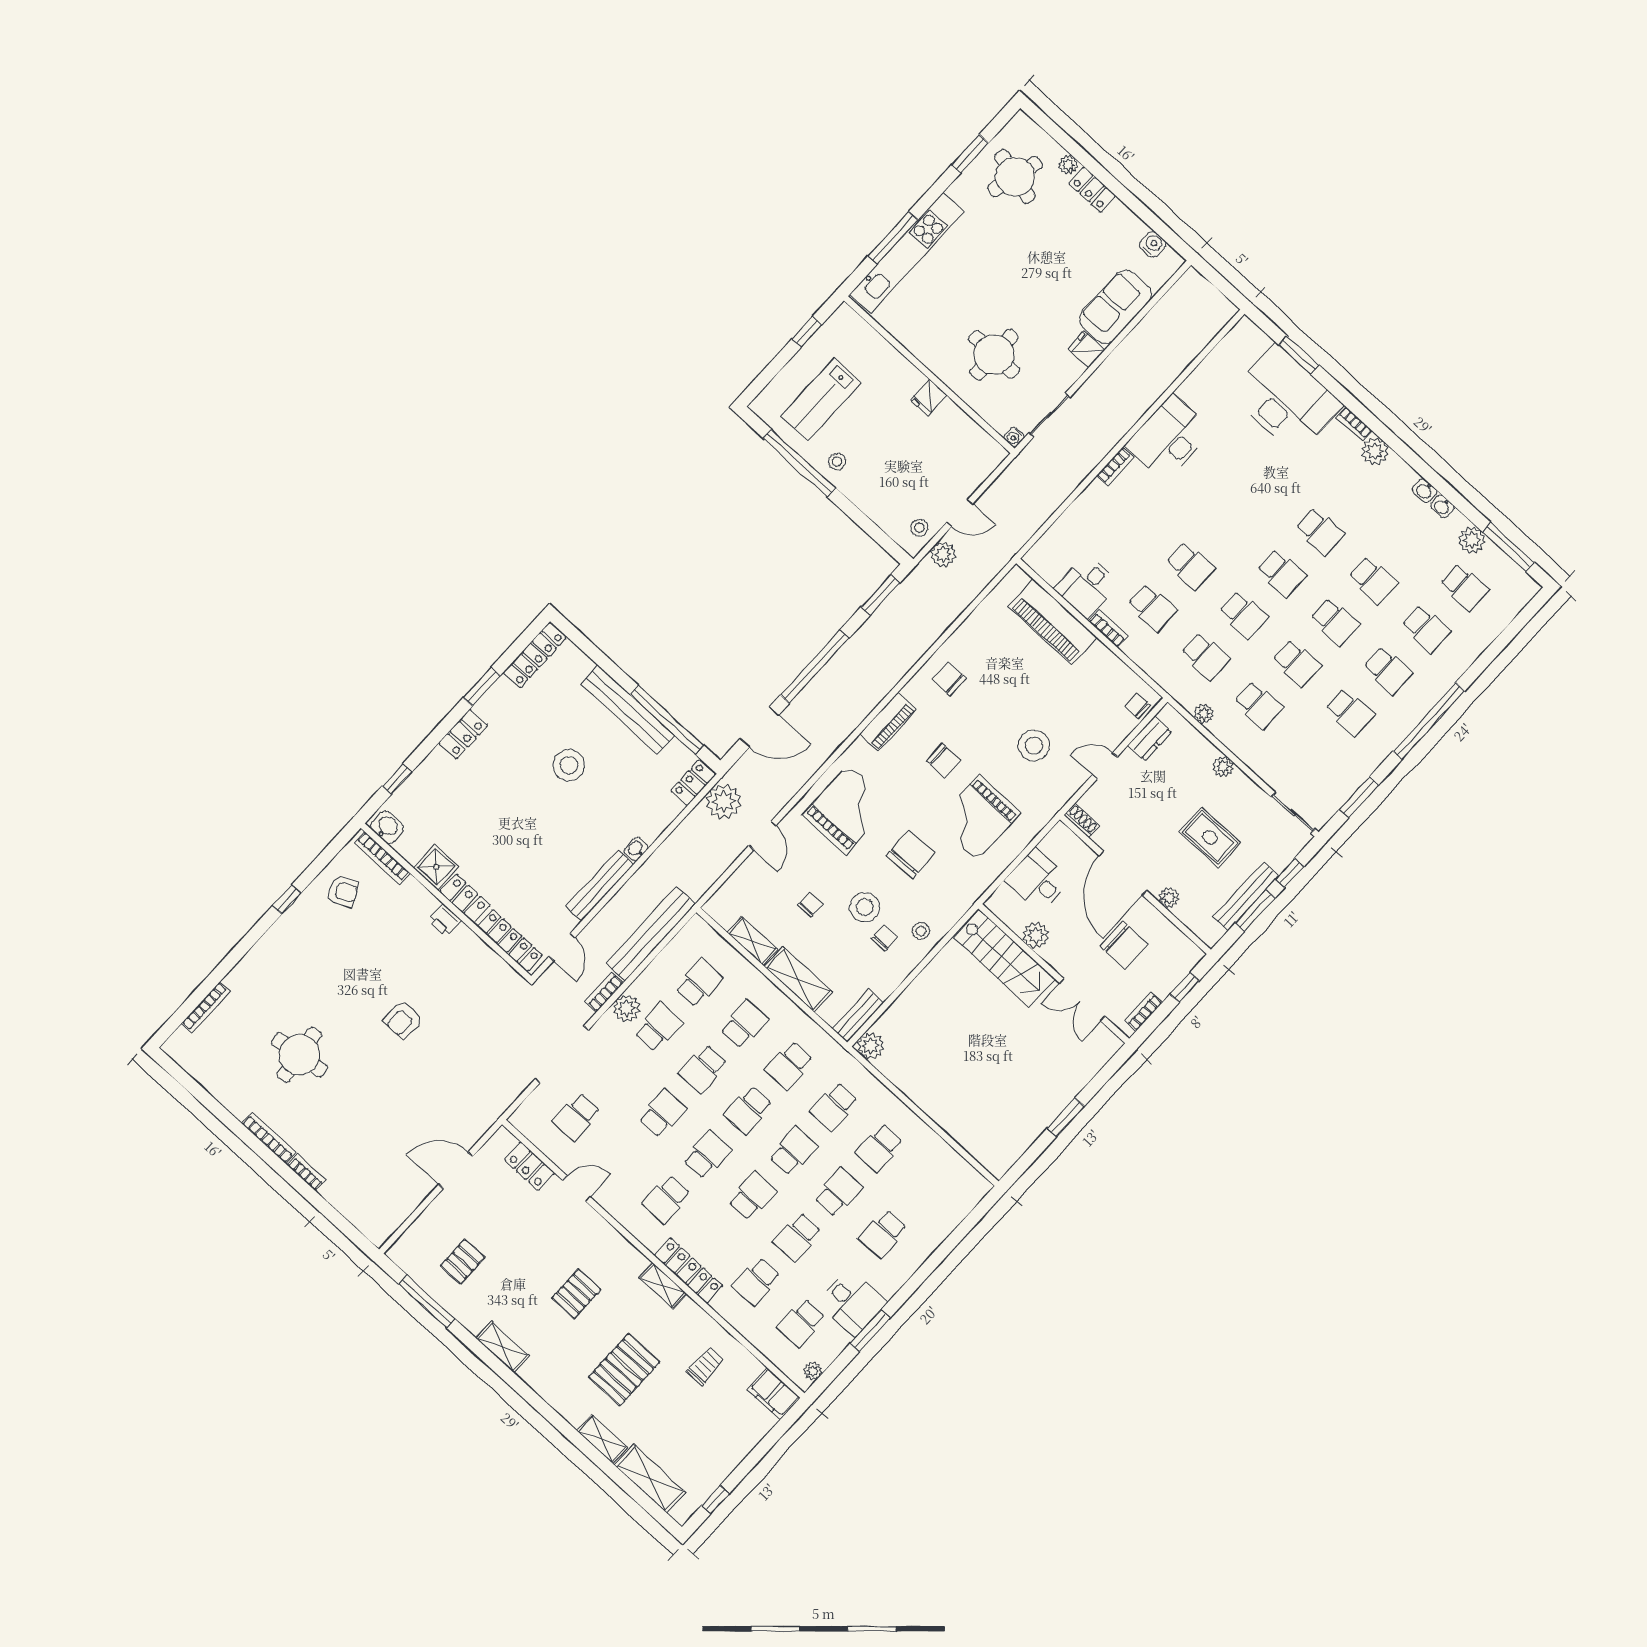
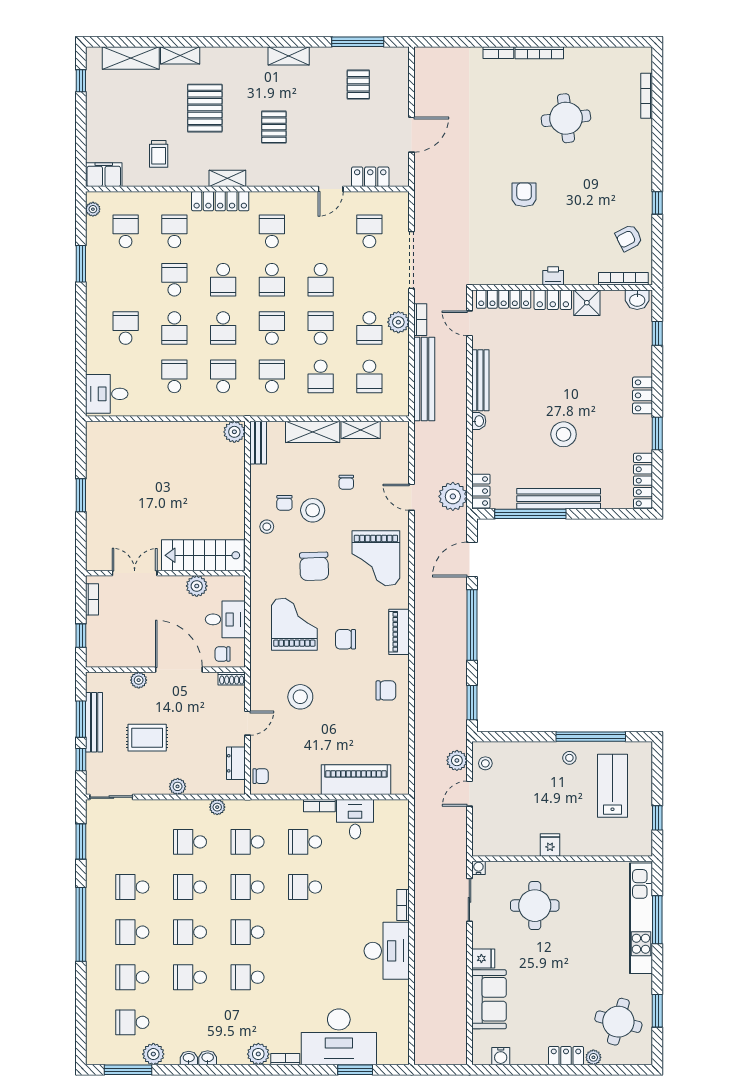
chair: (1124, 945) -> (223, 654), moved, width x0.54, depth x0.54
desk: (852, 1303) -> (107, 394), moved

